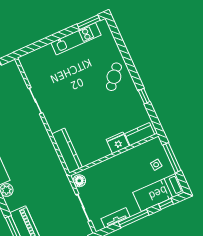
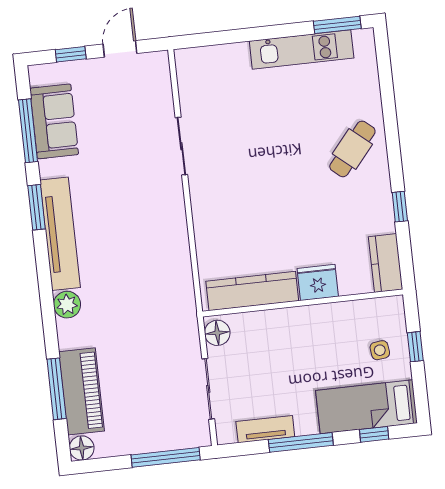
kitchen counter: (140, 134) -> (386, 263), moved, turned -90
kitchen counter: (67, 151) -> (252, 291), moved, turned -90
window: (172, 158) -> (415, 347), width x0.46

